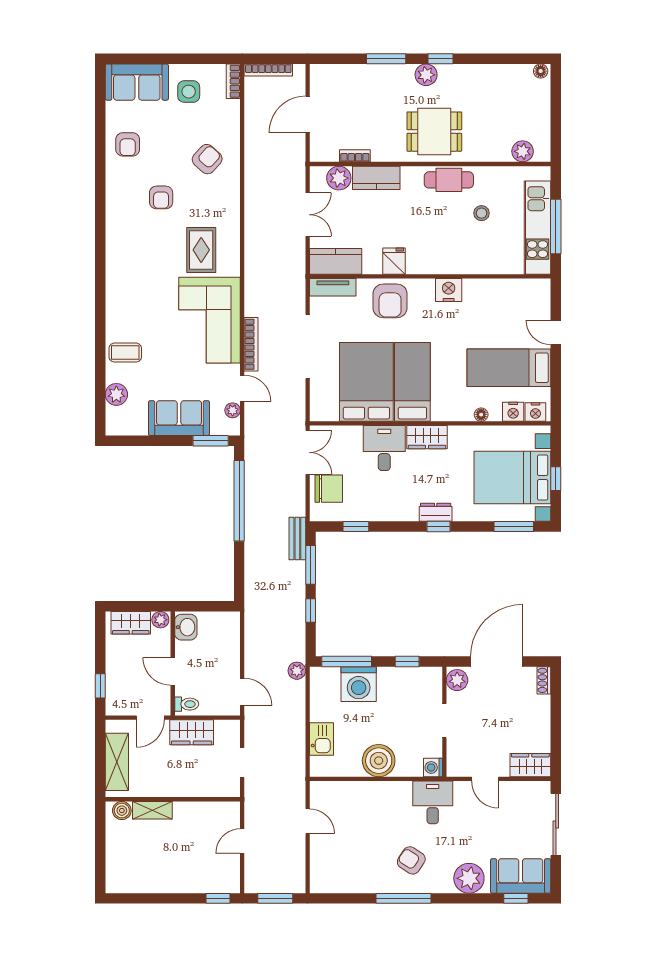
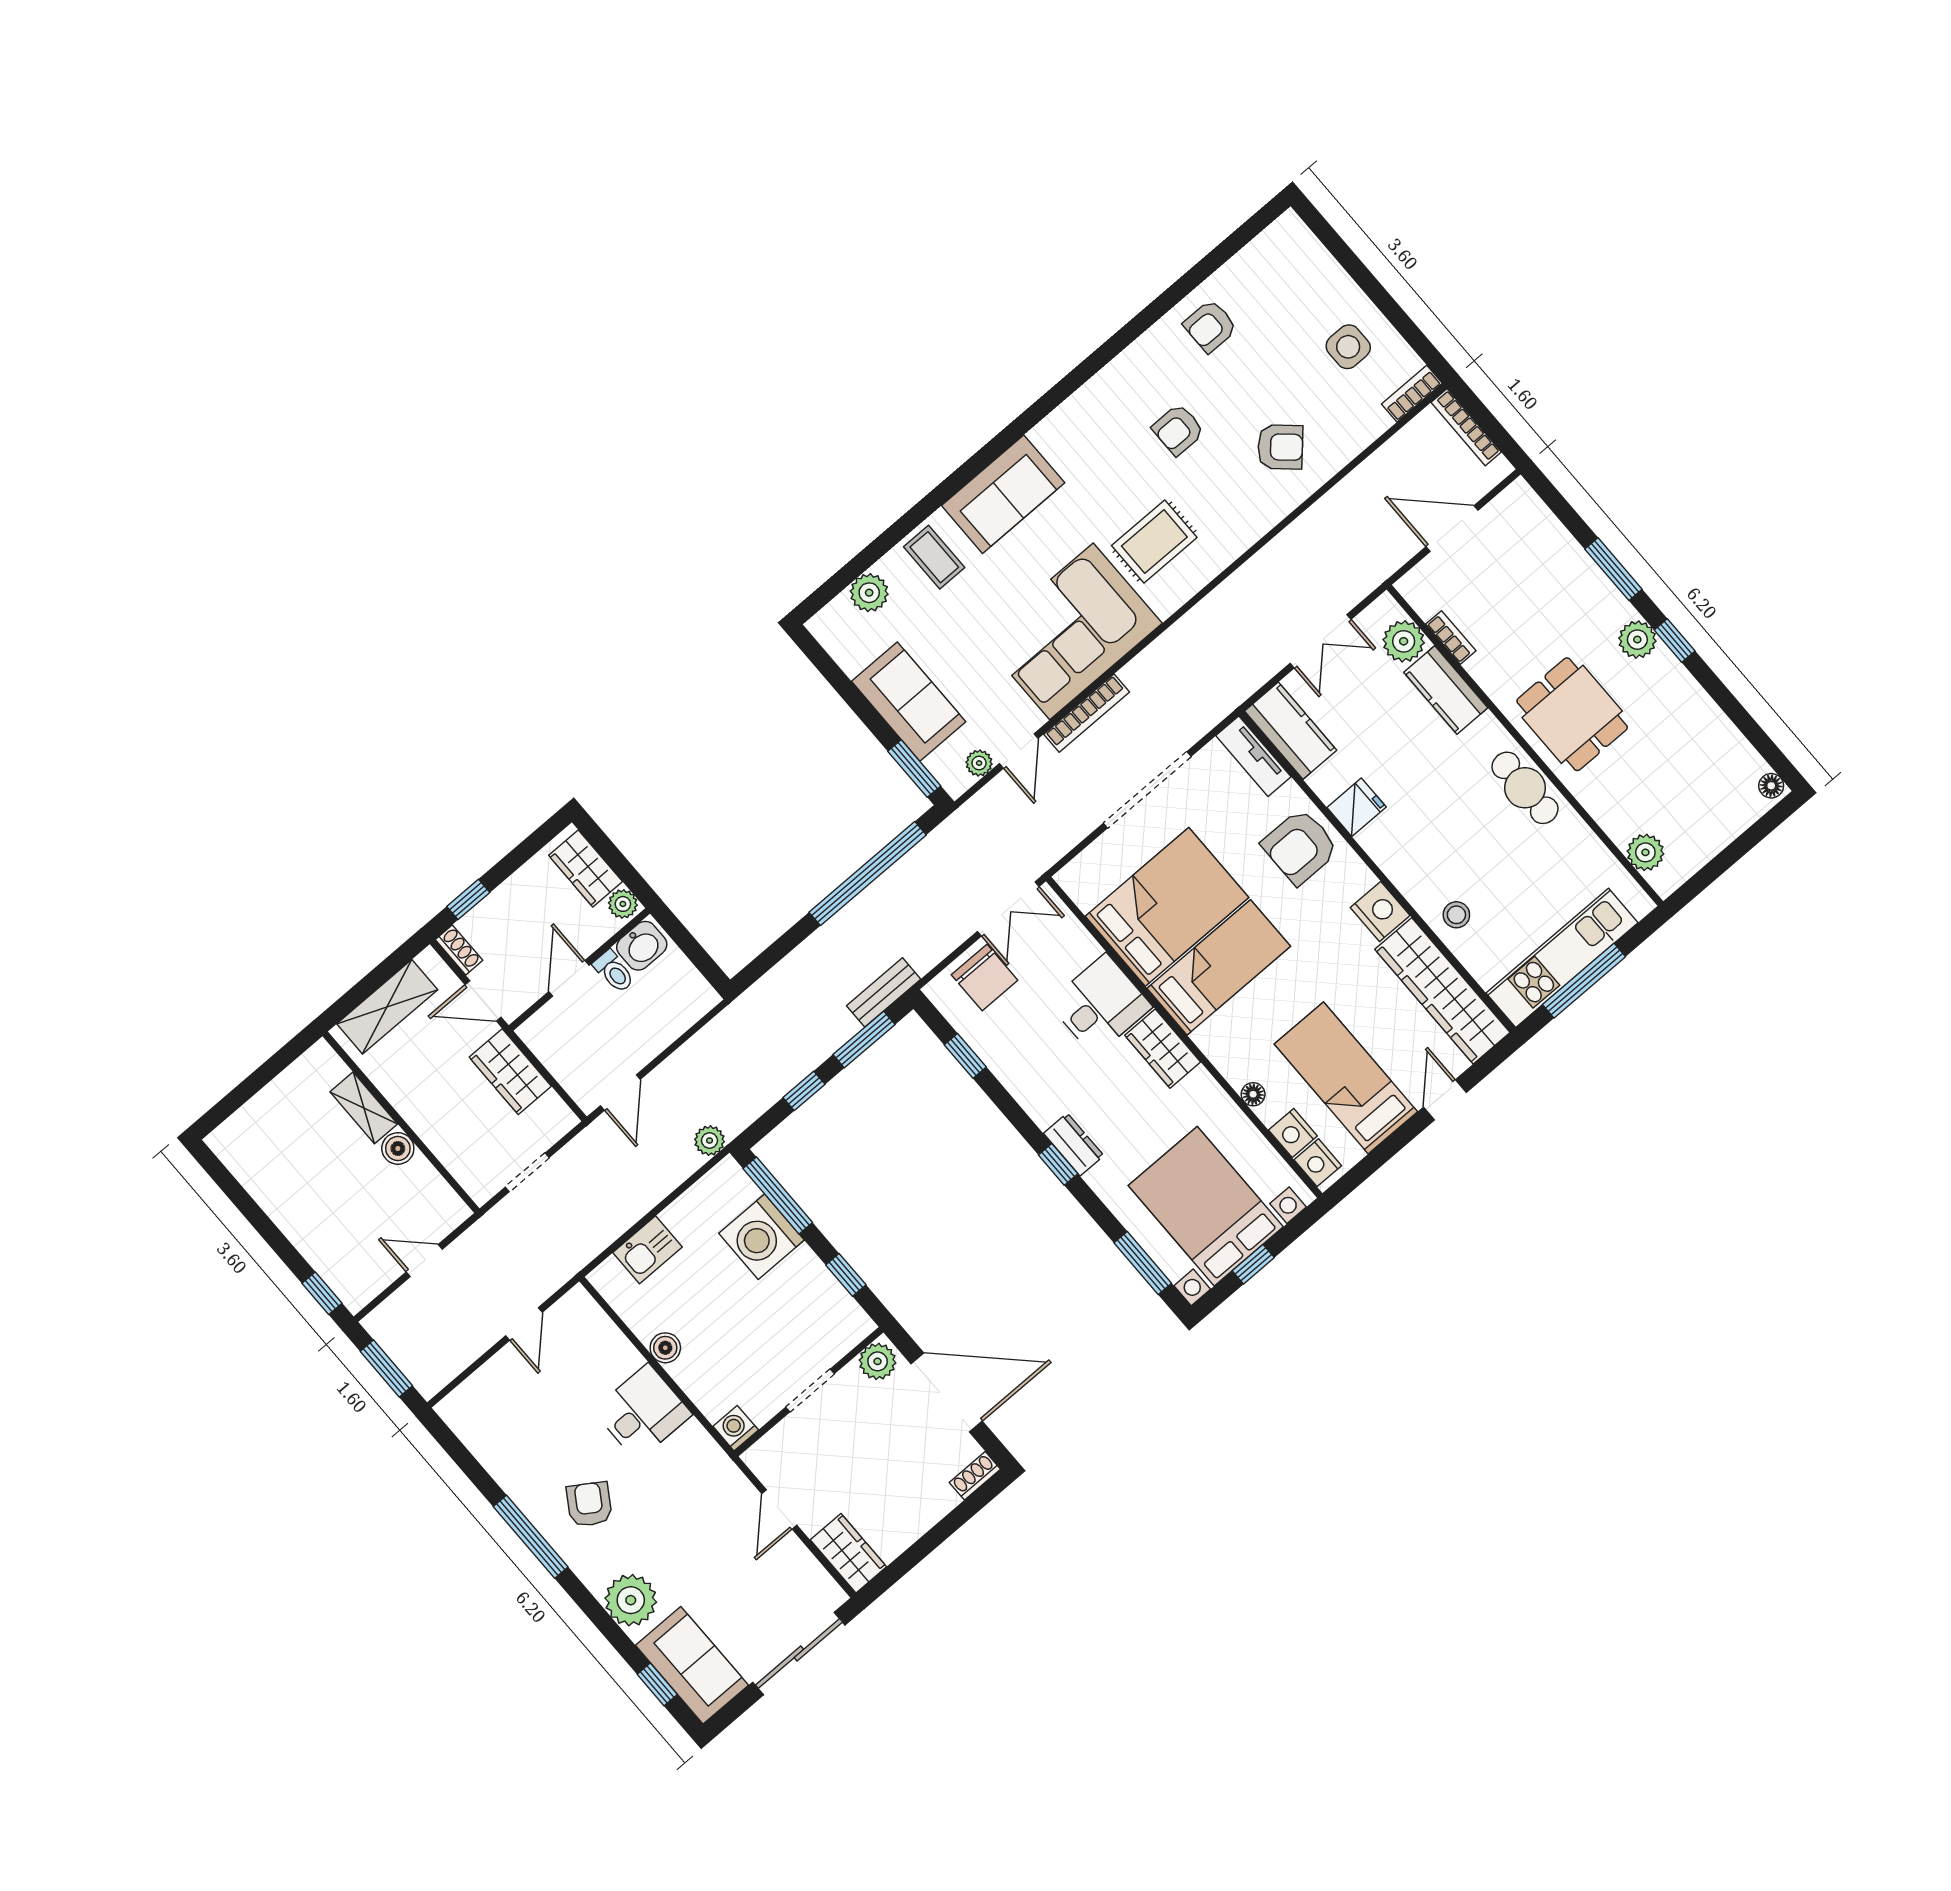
sofa: (137, 82) -> (1003, 494), moved, turned -90
stool: (481, 213) -> (1456, 915), moved
wardrobe: (507, 293) -> (1442, 991), added
toilet: (187, 704) -> (614, 972), moved
shoe rack: (119, 709) -> (459, 950), added
boiler: (379, 761) -> (665, 1348), width x0.54, depth x0.54
desk: (433, 802) -> (643, 1412), moved
boiler: (122, 811) -> (398, 1148), moved

